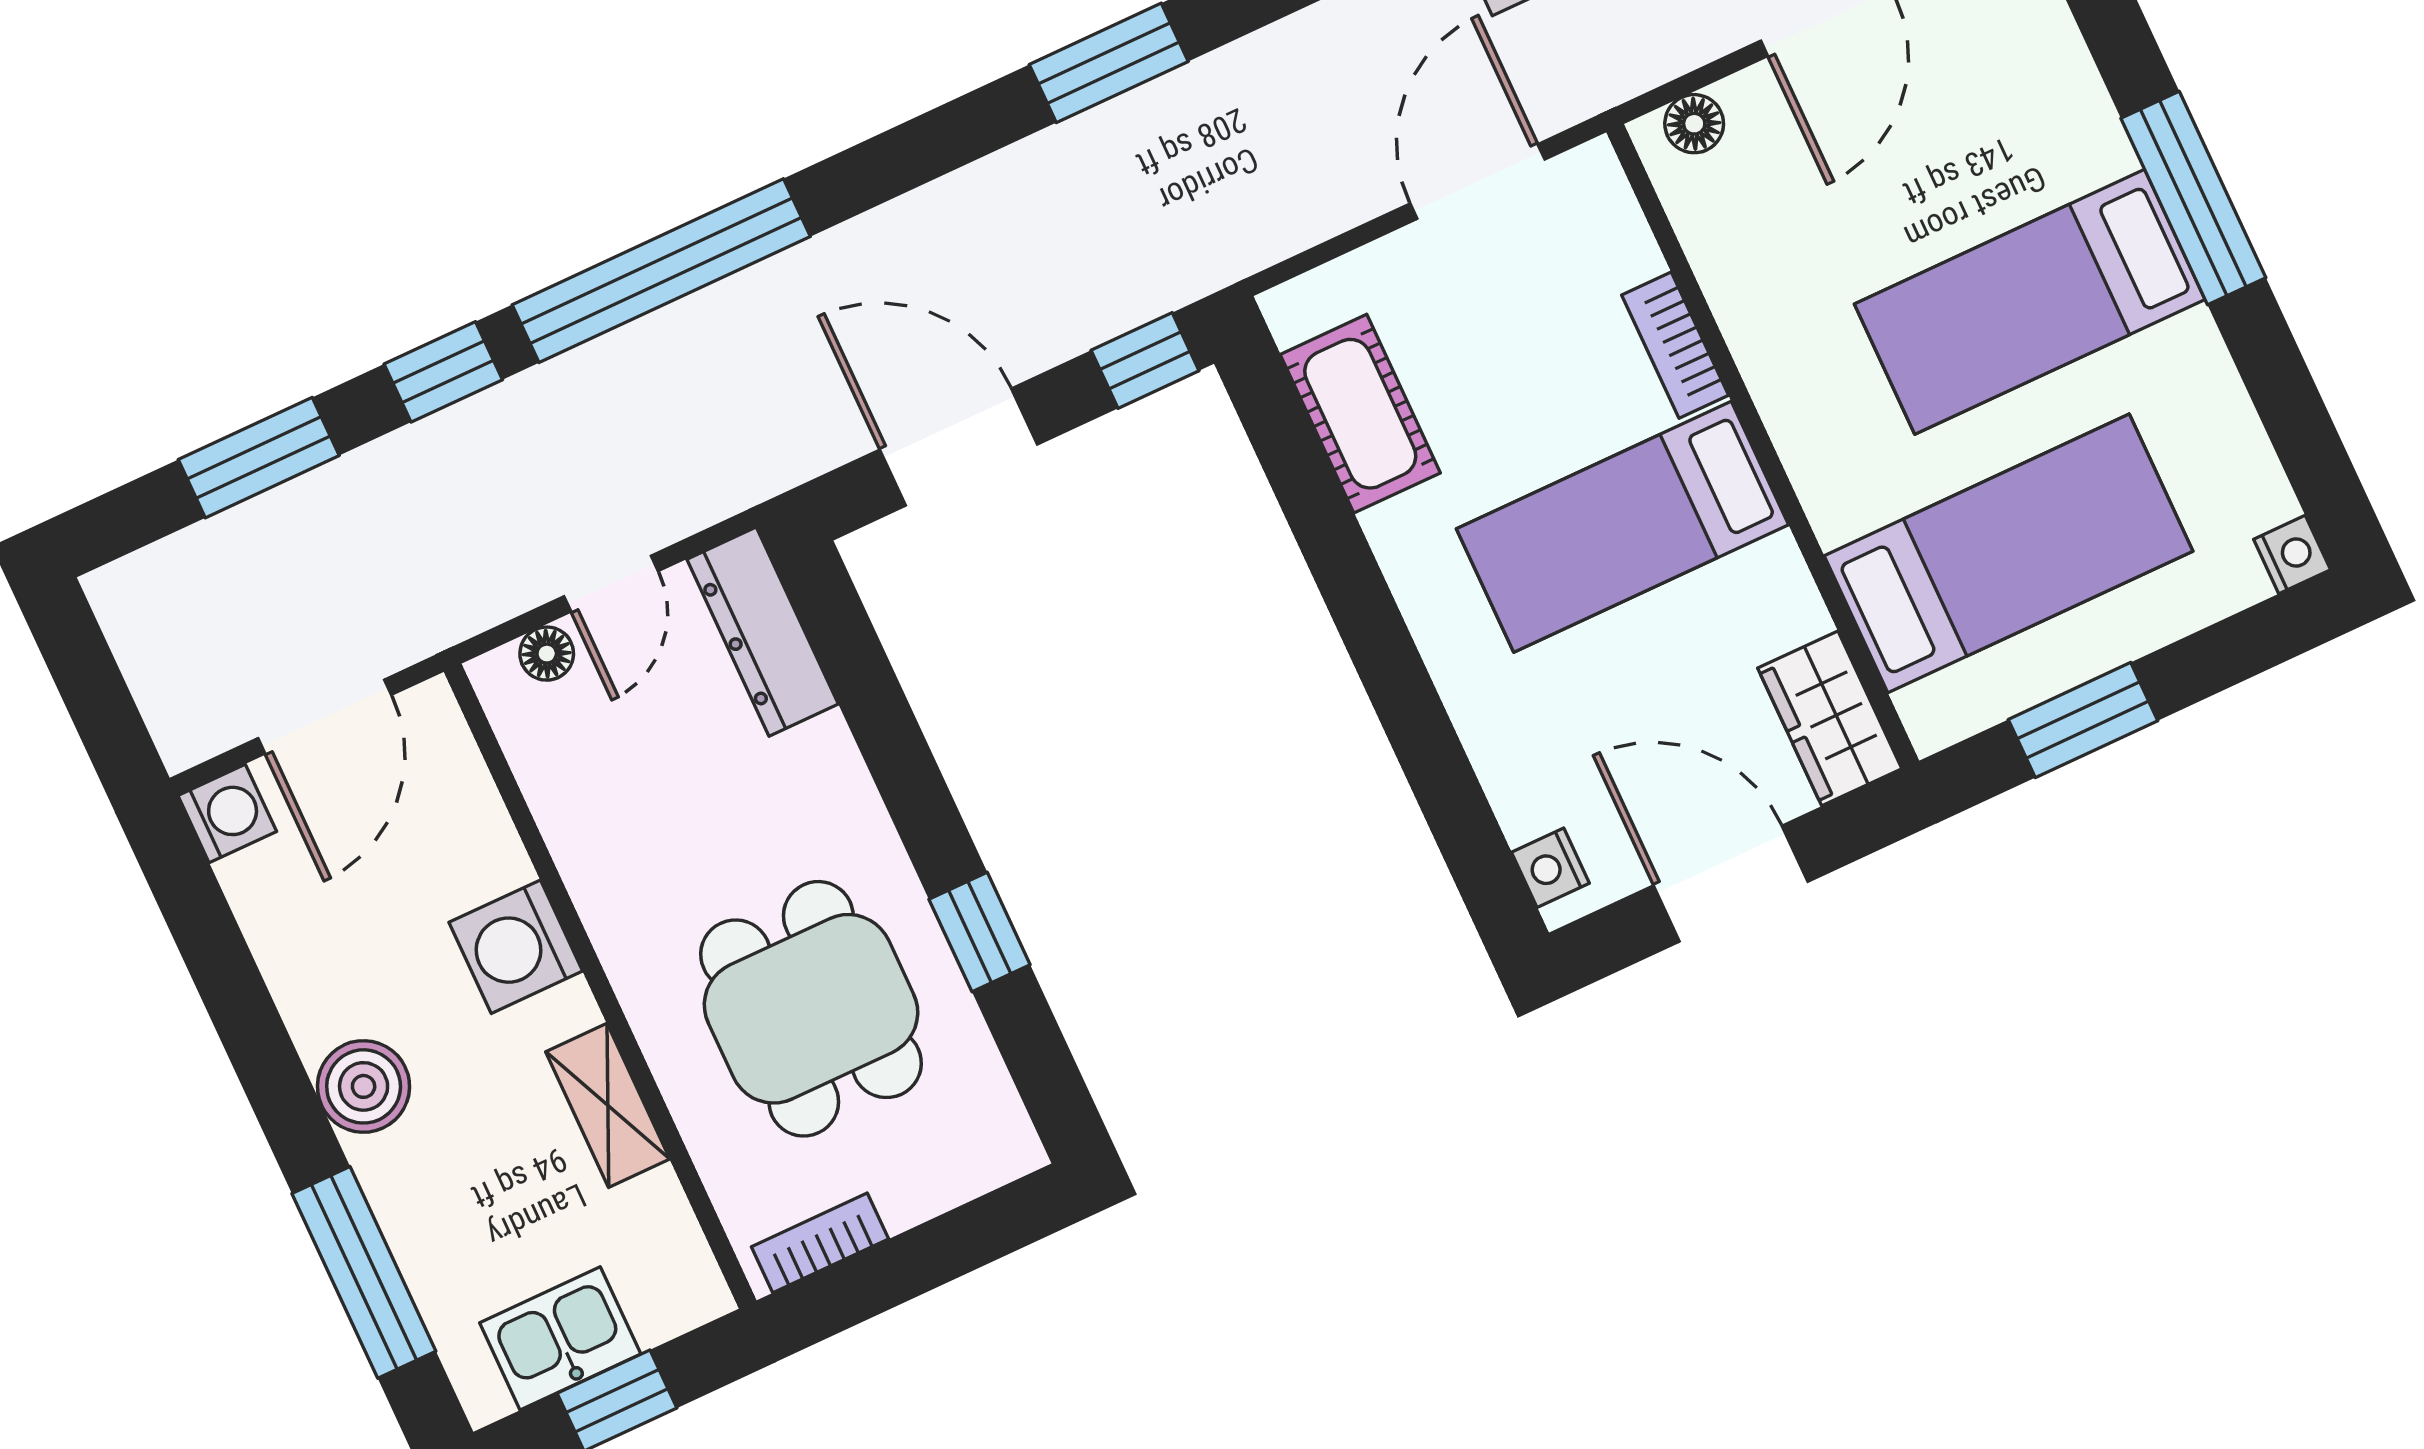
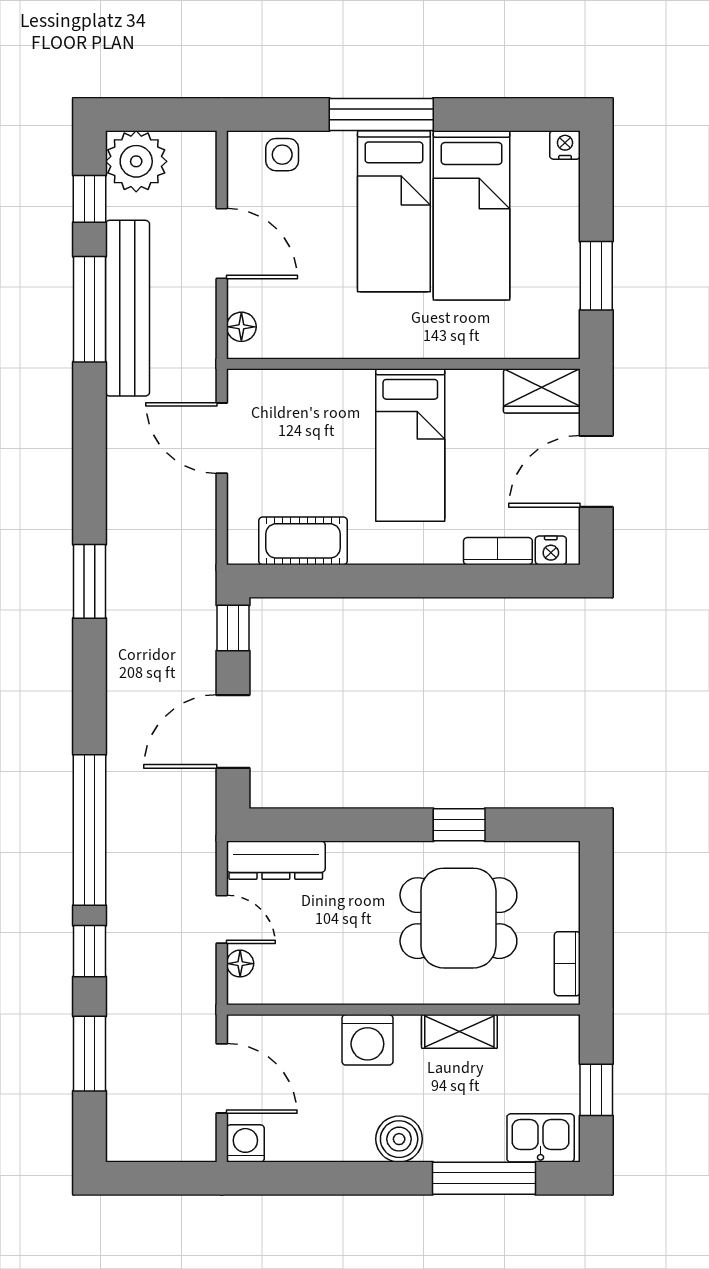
side table: (2038, 53) -> (282, 155), added
bookcase: (1675, 345) -> (498, 551), moved, turned 180
bed: (2009, 553) -> (472, 215), moved, turned 180
kitchen sink: (560, 1338) -> (541, 1138), moved, turned 90

